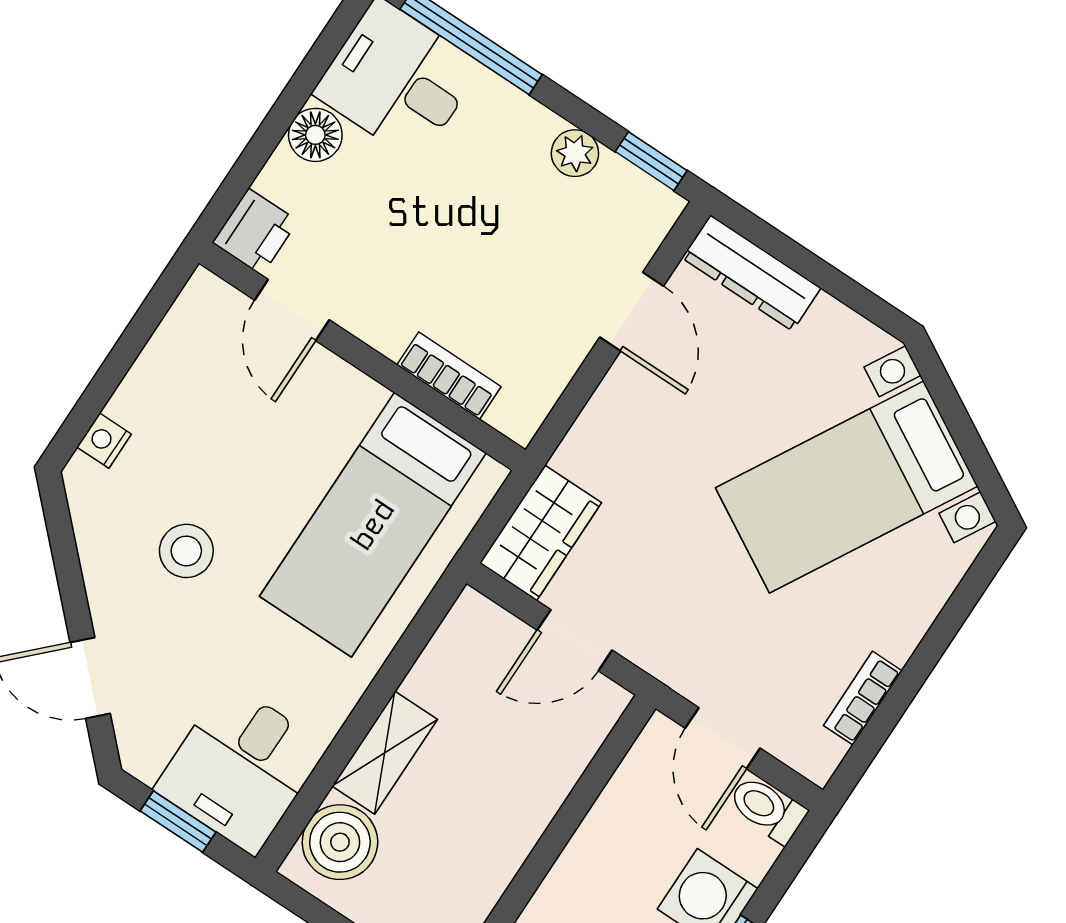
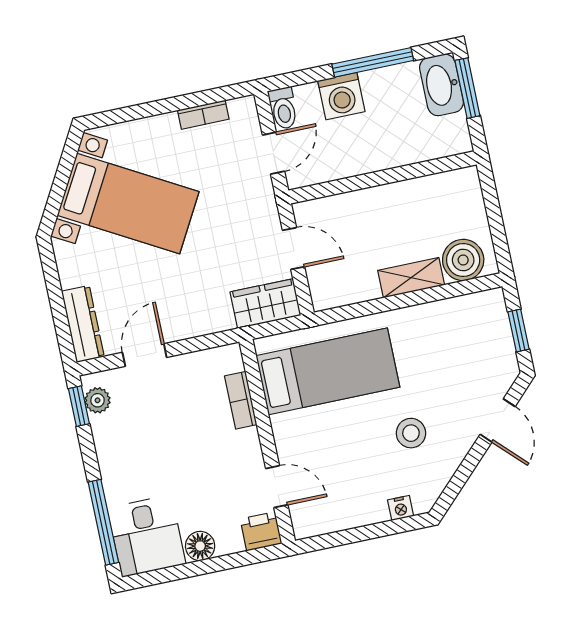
plant: (575, 153) -> (98, 400), moved
door: (292, 310) -> (277, 487), hinge flipped
desk: (241, 768) -> (474, 327), removed

